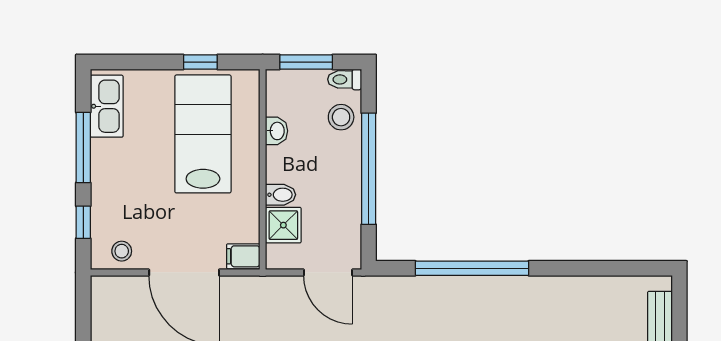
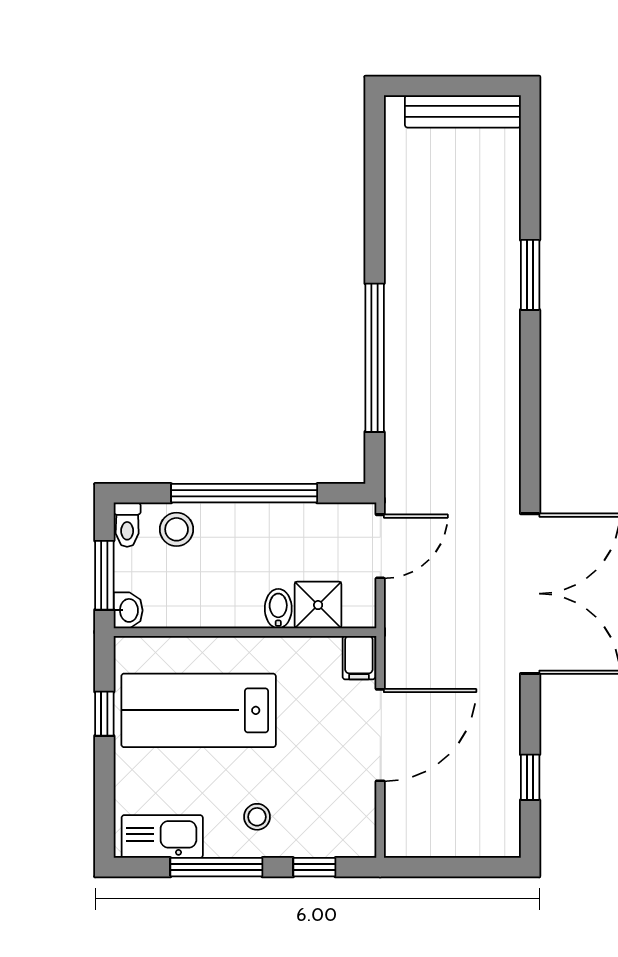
washbasin: (277, 131) -> (128, 610), moved, turned 90
stool: (122, 251) -> (257, 817), moved

